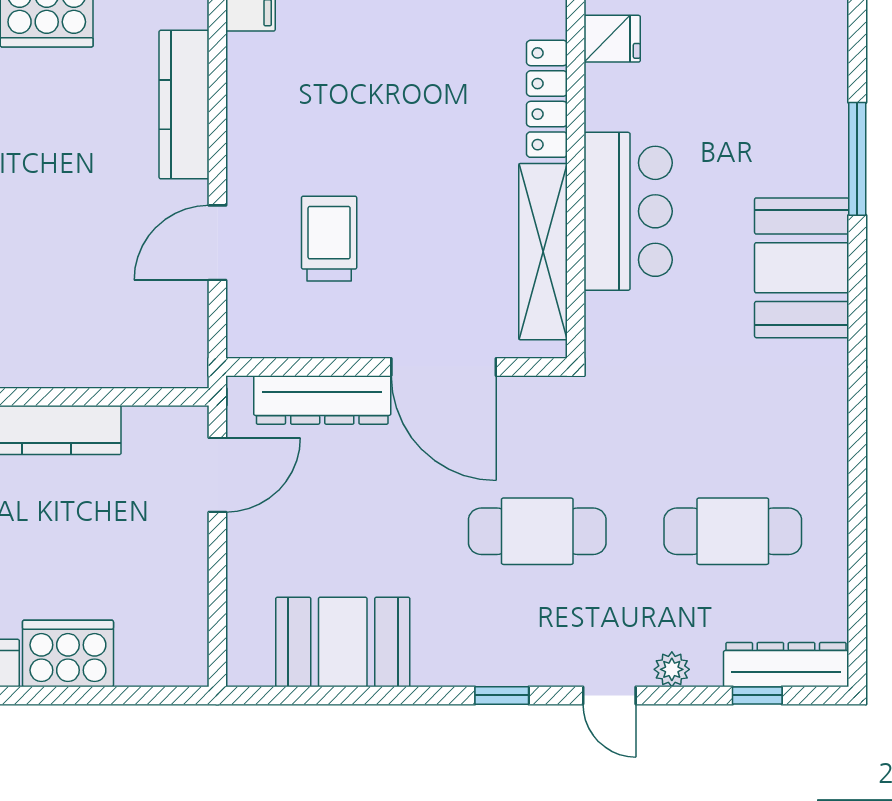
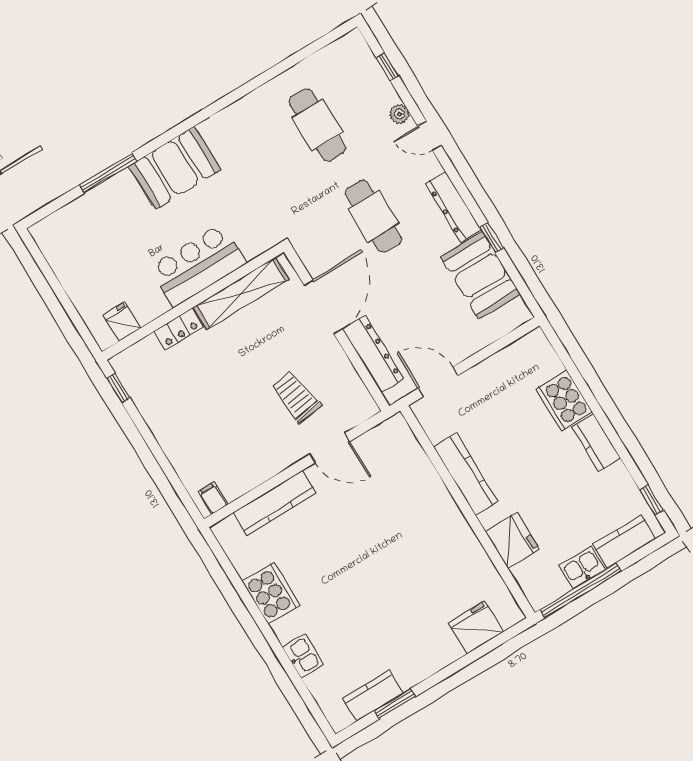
locker: (547, 99) -> (178, 329), width x0.66
trolley: (329, 239) -> (296, 397), turned 82
dresser: (786, 665) -> (453, 207), moved
window: (502, 695) -> (492, 237), moved
door: (609, 695) -> (429, 136), swing flipped

